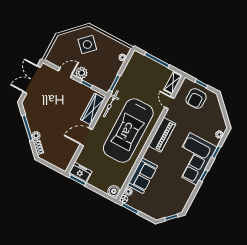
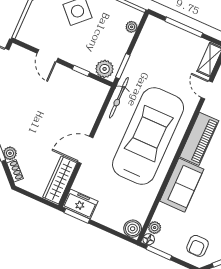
door: (65, 73) -> (47, 56), swing flipped
plant: (82, 73) -> (105, 69), moved
wardrobe: (93, 109) -> (60, 180), moved
car: (128, 131) -> (148, 136), turned 180
sofa: (142, 176) -> (182, 185), moved
armchair: (156, 206) -> (198, 246), added

